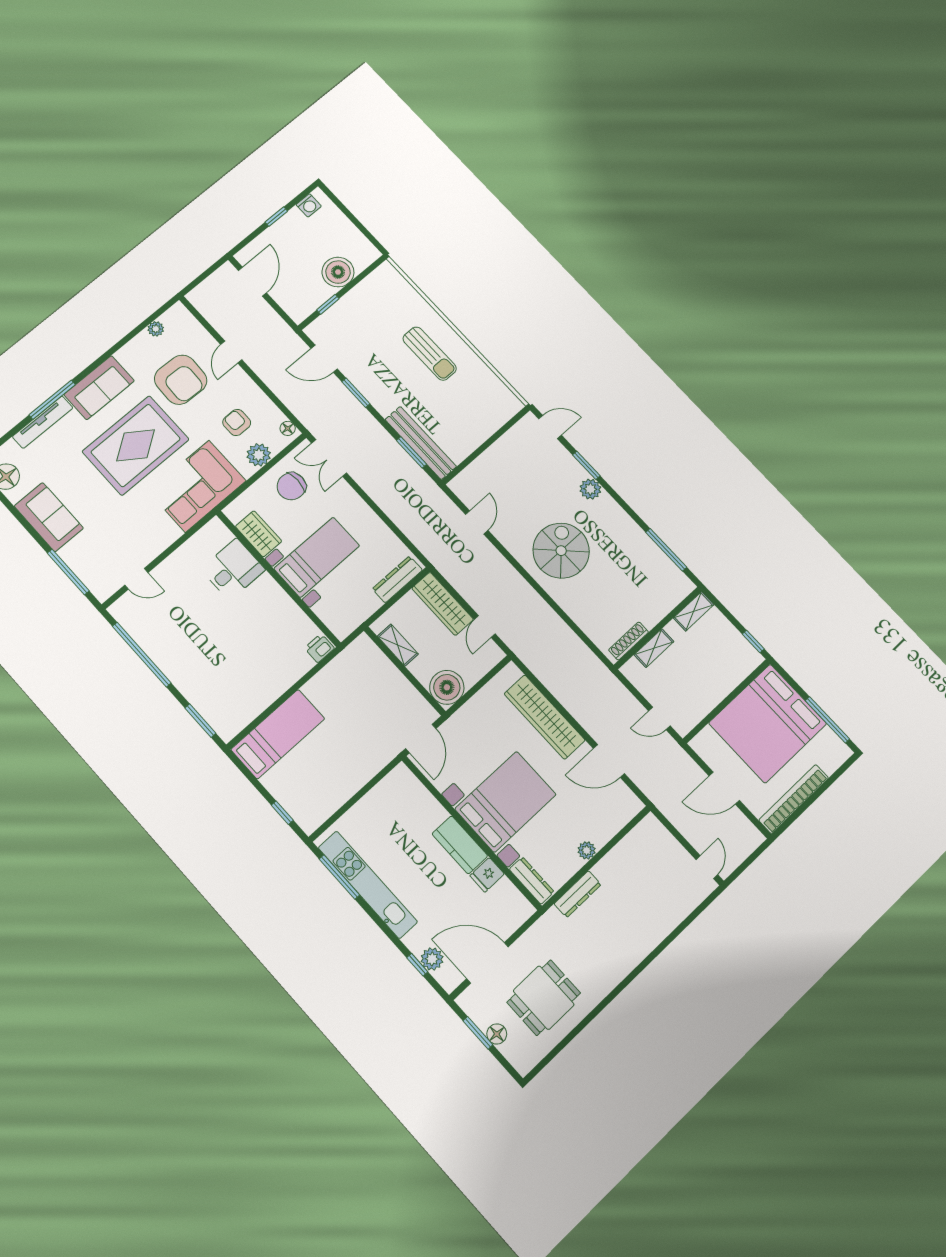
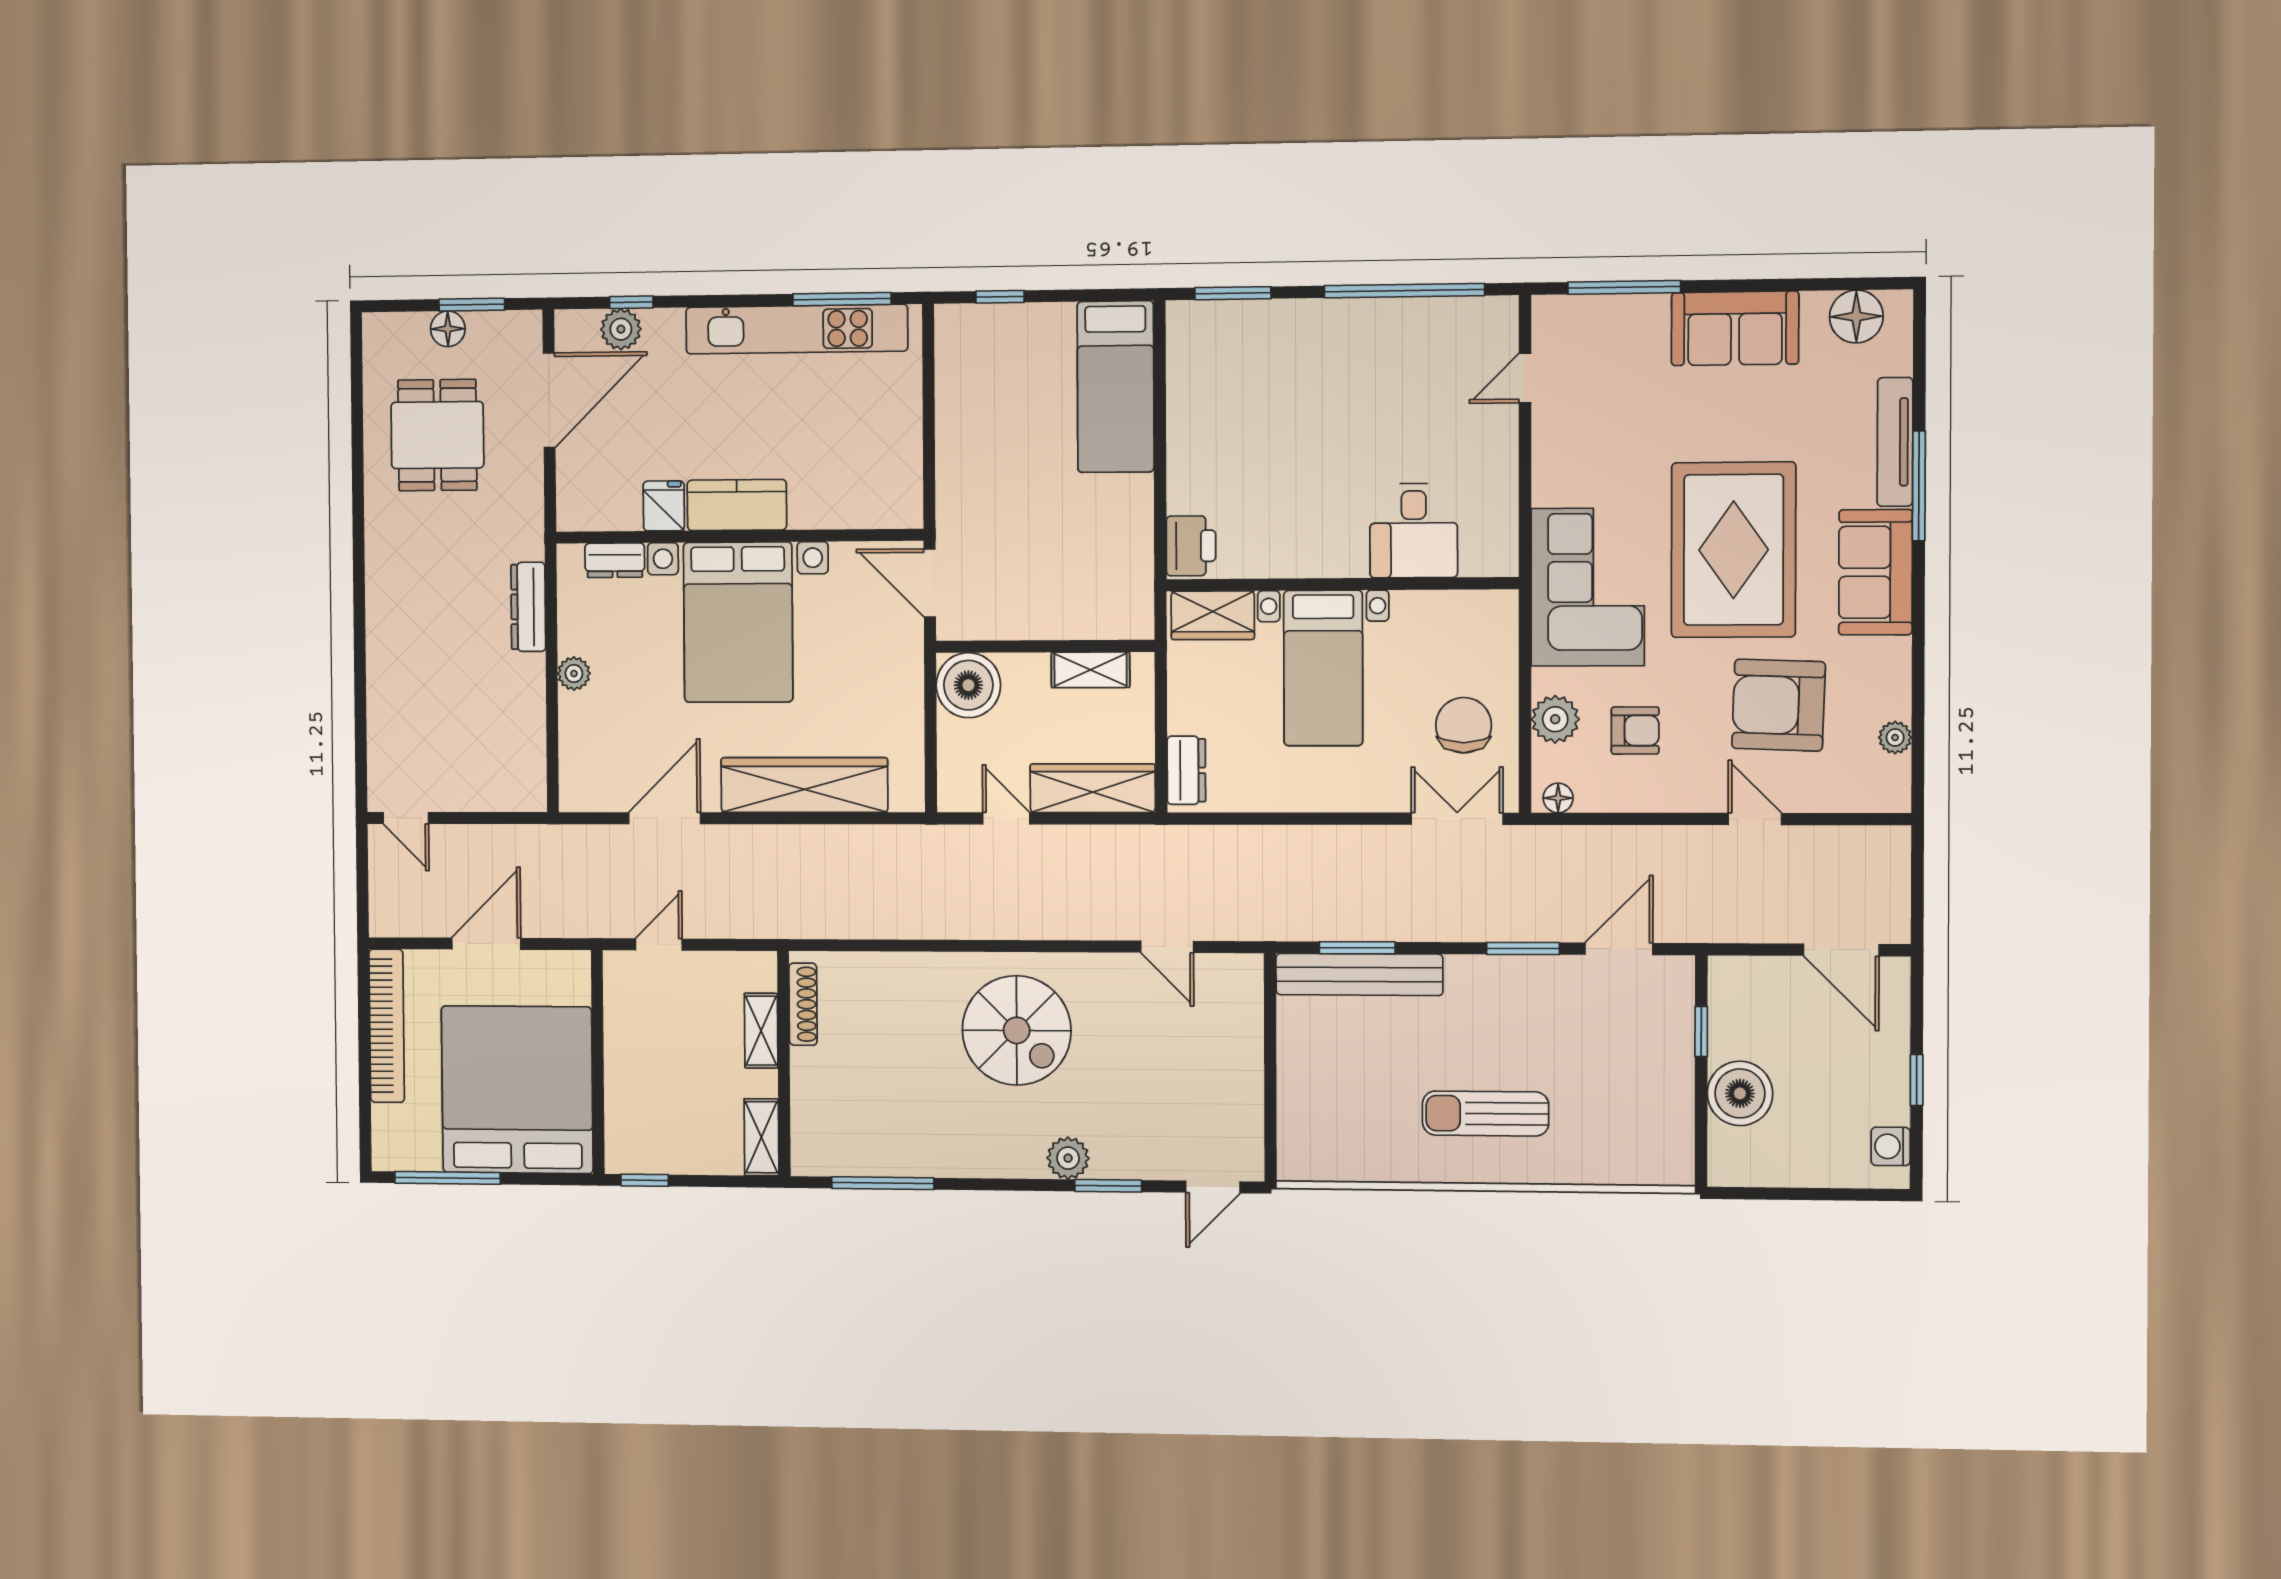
wardrobe: (259, 534) -> (1213, 615), moved
dresser: (397, 579) -> (1186, 770), width x0.70
printer: (319, 648) -> (1191, 546), width x1.36, depth x1.24
dresser: (532, 881) -> (615, 560), width x0.70

